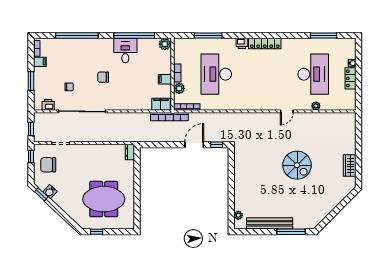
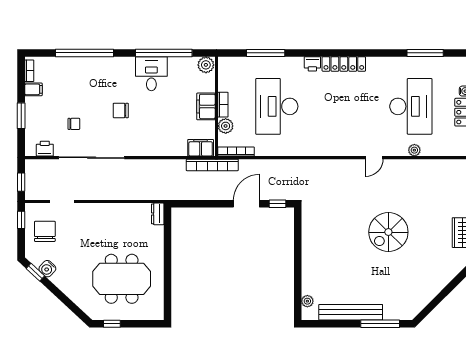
filing cabinet: (165, 79) -> (206, 106), width x2.00
chair: (48, 165) -> (45, 231), turned 90
spiral stairs: (297, 165) -> (388, 232), turned 90

